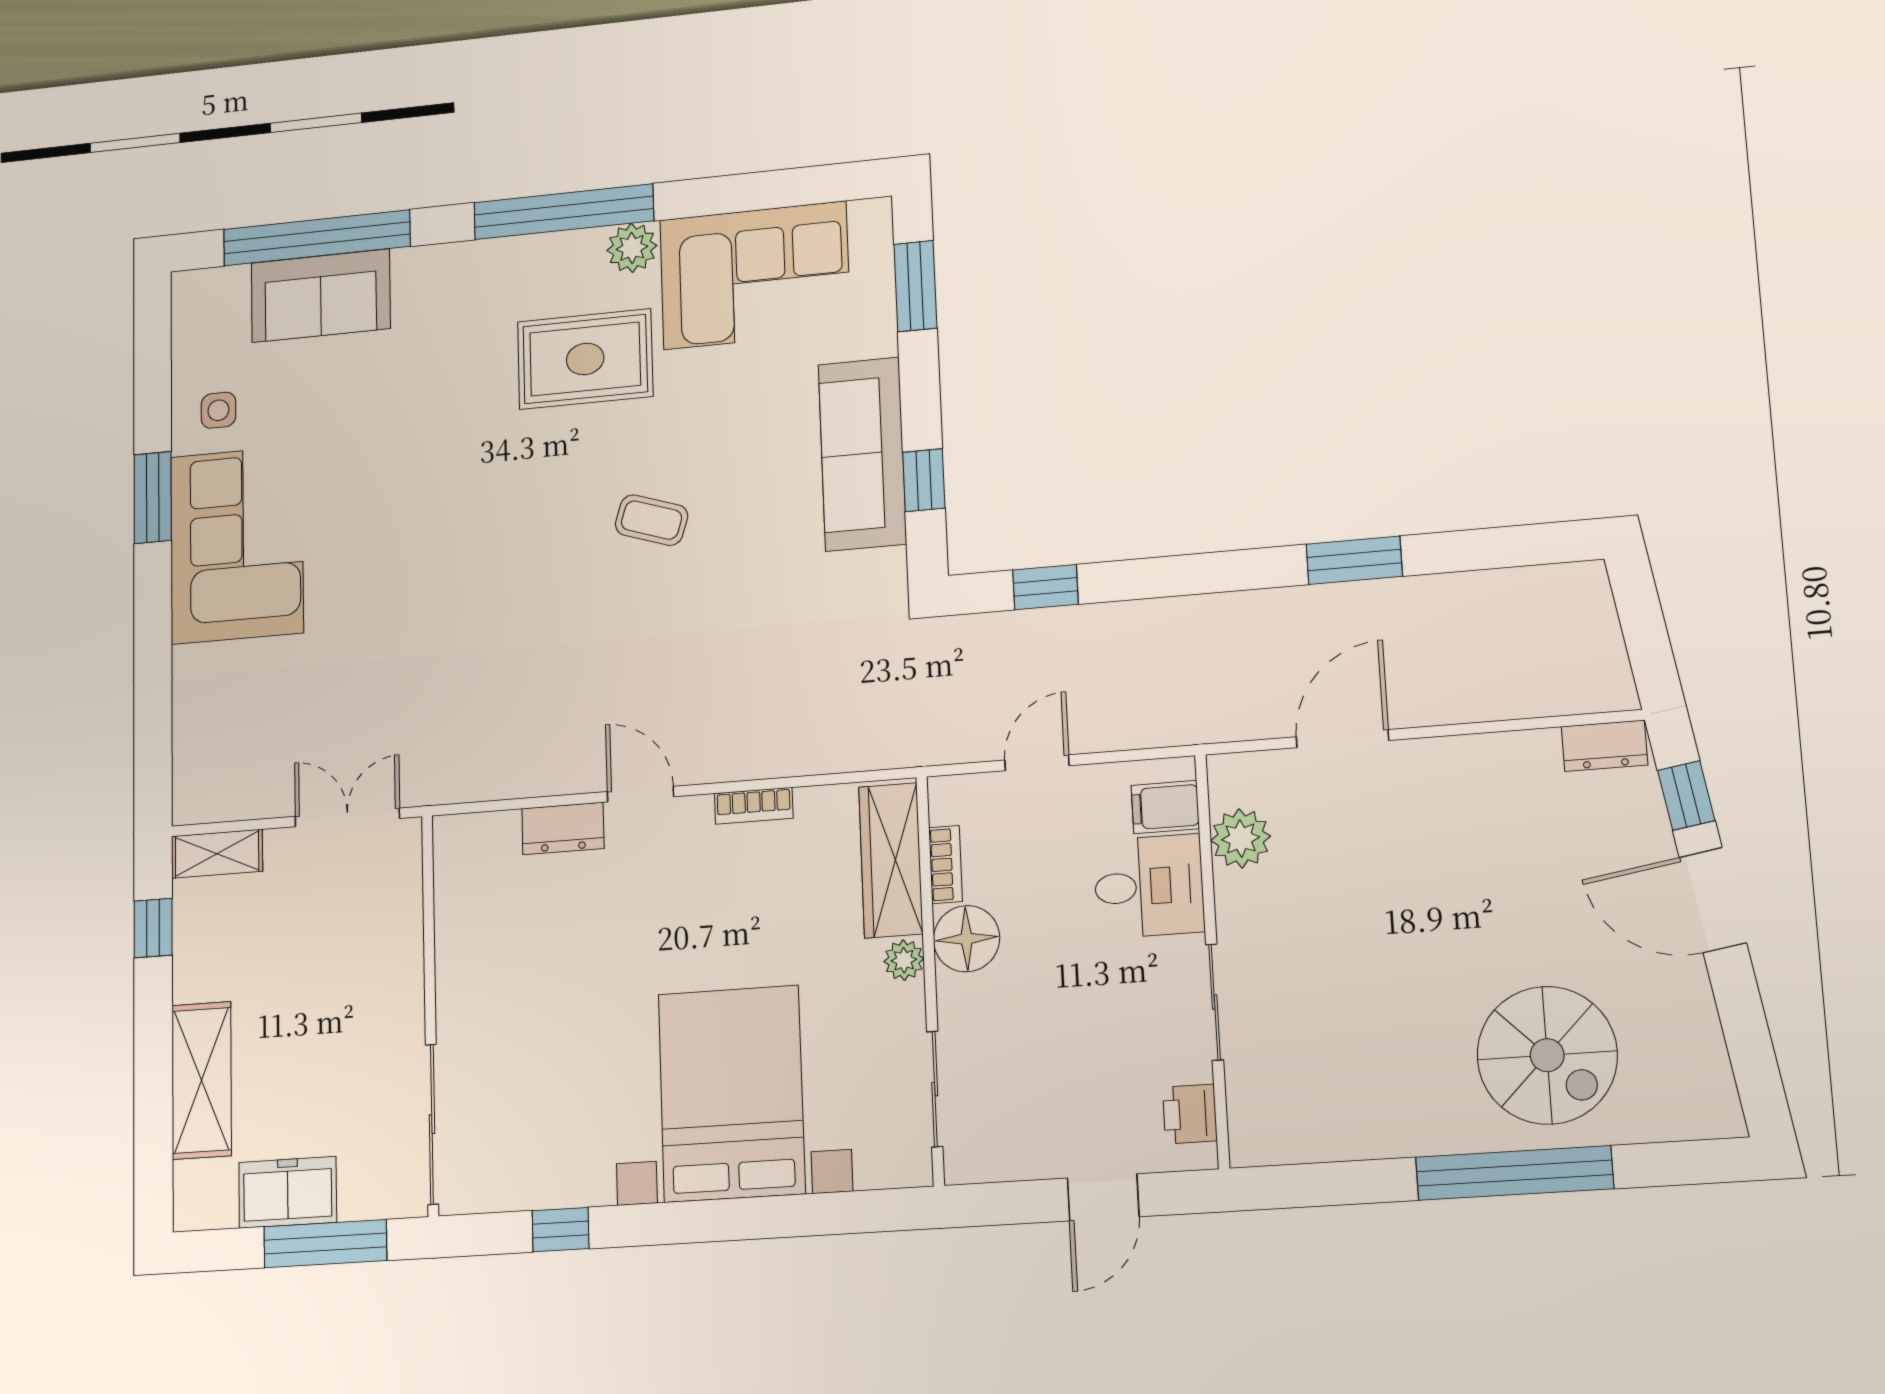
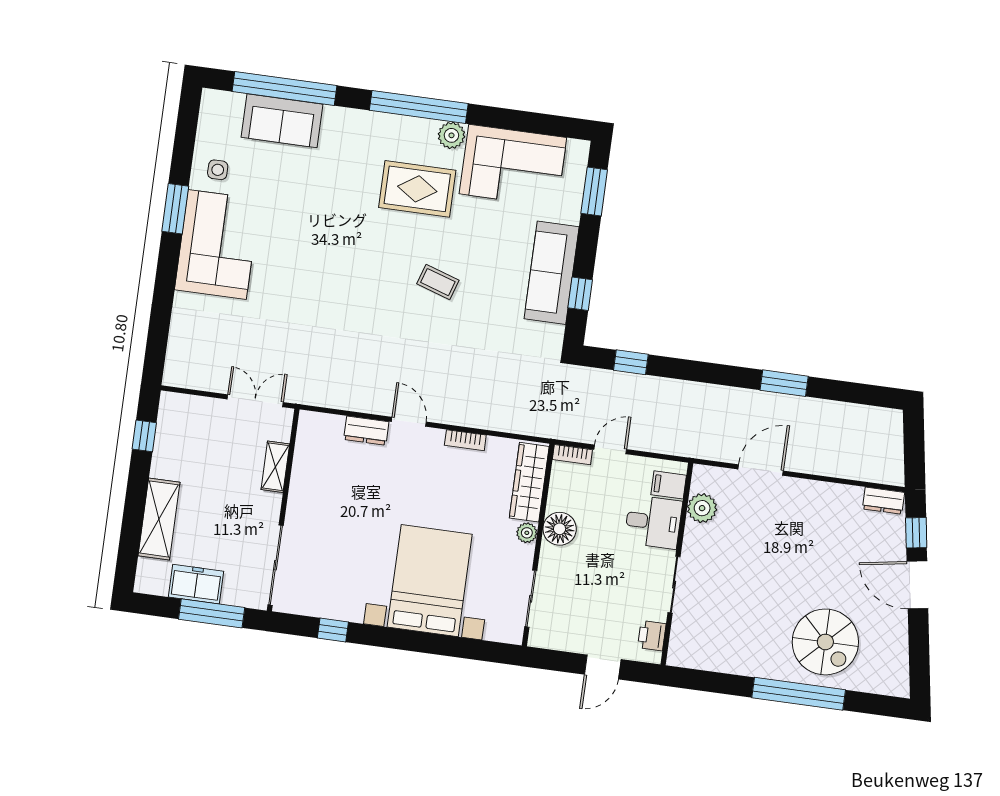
shelving: (217, 854) -> (275, 467), moved, turned 90
bookcase: (946, 865) -> (572, 455), moved, turned 90

